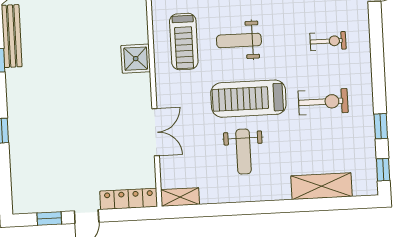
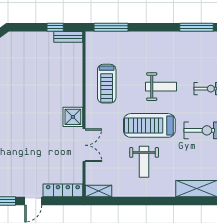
weight bench: (239, 40) -> (161, 87), moved, turned 180
shower: (136, 59) -> (73, 117), moved

